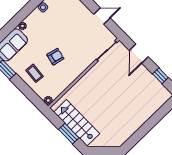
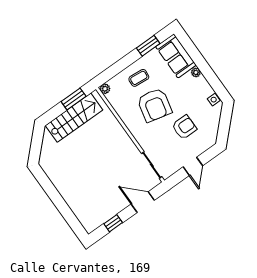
armchair: (70, 29) -> (184, 127), added
armchair: (55, 57) -> (154, 105), width x1.88, depth x1.88
window: (69, 134) -> (74, 99), moved

